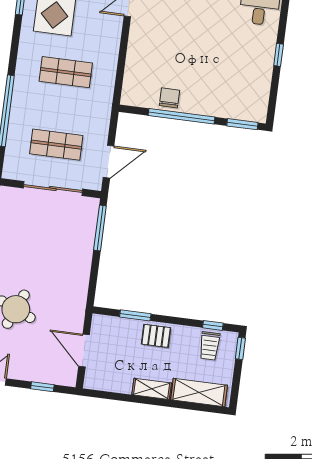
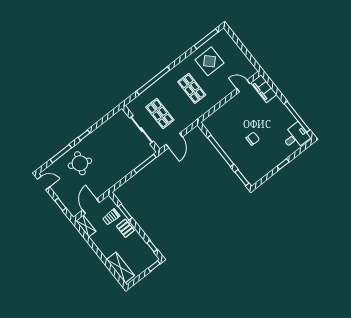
chair: (169, 98) -> (253, 139), moved
door: (109, 162) -> (174, 141), hinge flipped
trolley: (210, 346) -> (111, 217), moved
shelving: (152, 389) -> (86, 226), moved

